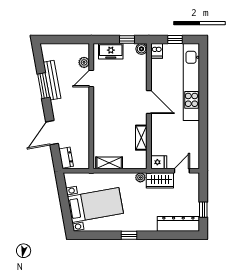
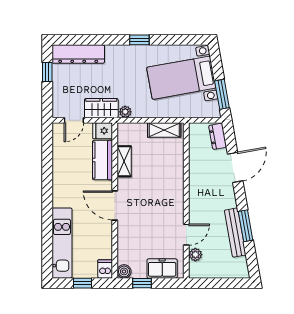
kitchen unit: (191, 82) -> (62, 243), width x0.73
kitchen counter: (159, 139) -> (102, 160), added
window: (63, 192) -> (222, 94), added

